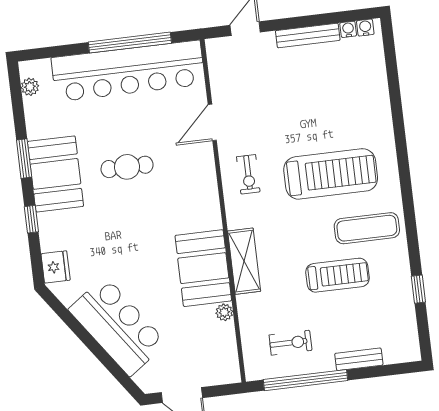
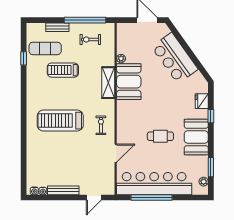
window: (24, 159) -> (211, 167), moved
exercise mat: (367, 228) -> (45, 48), moved
fridge: (56, 267) -> (202, 101), moved

